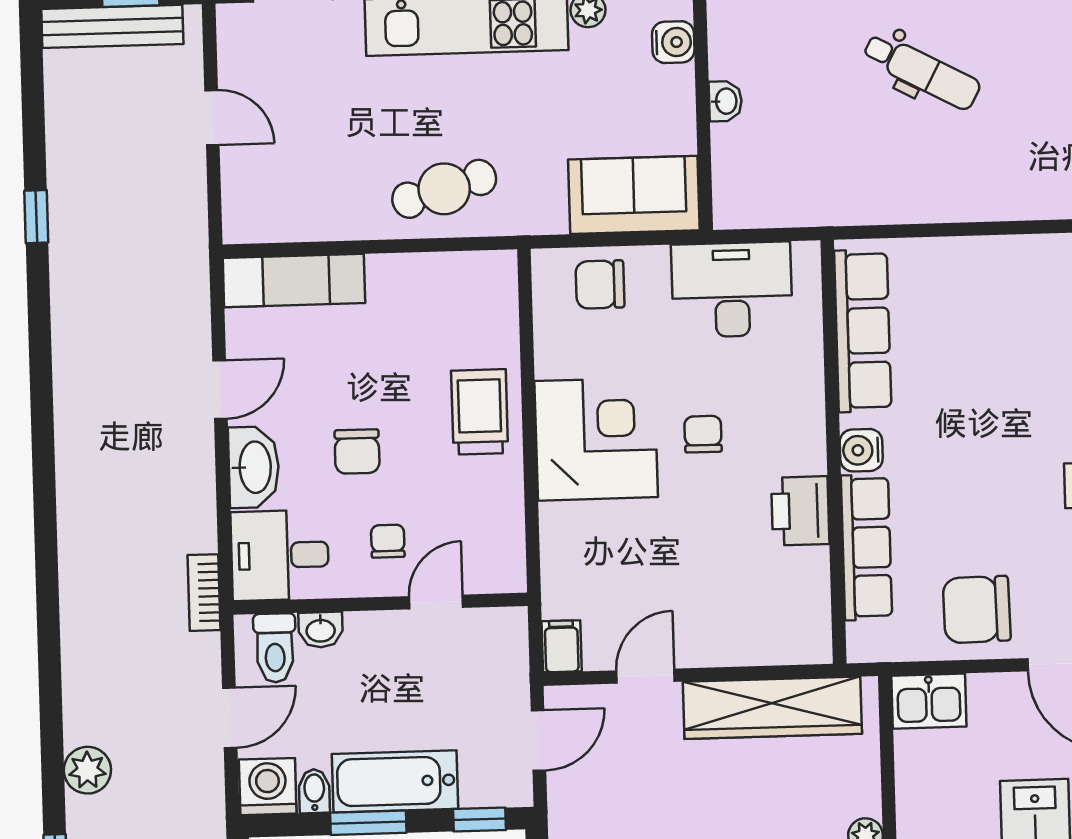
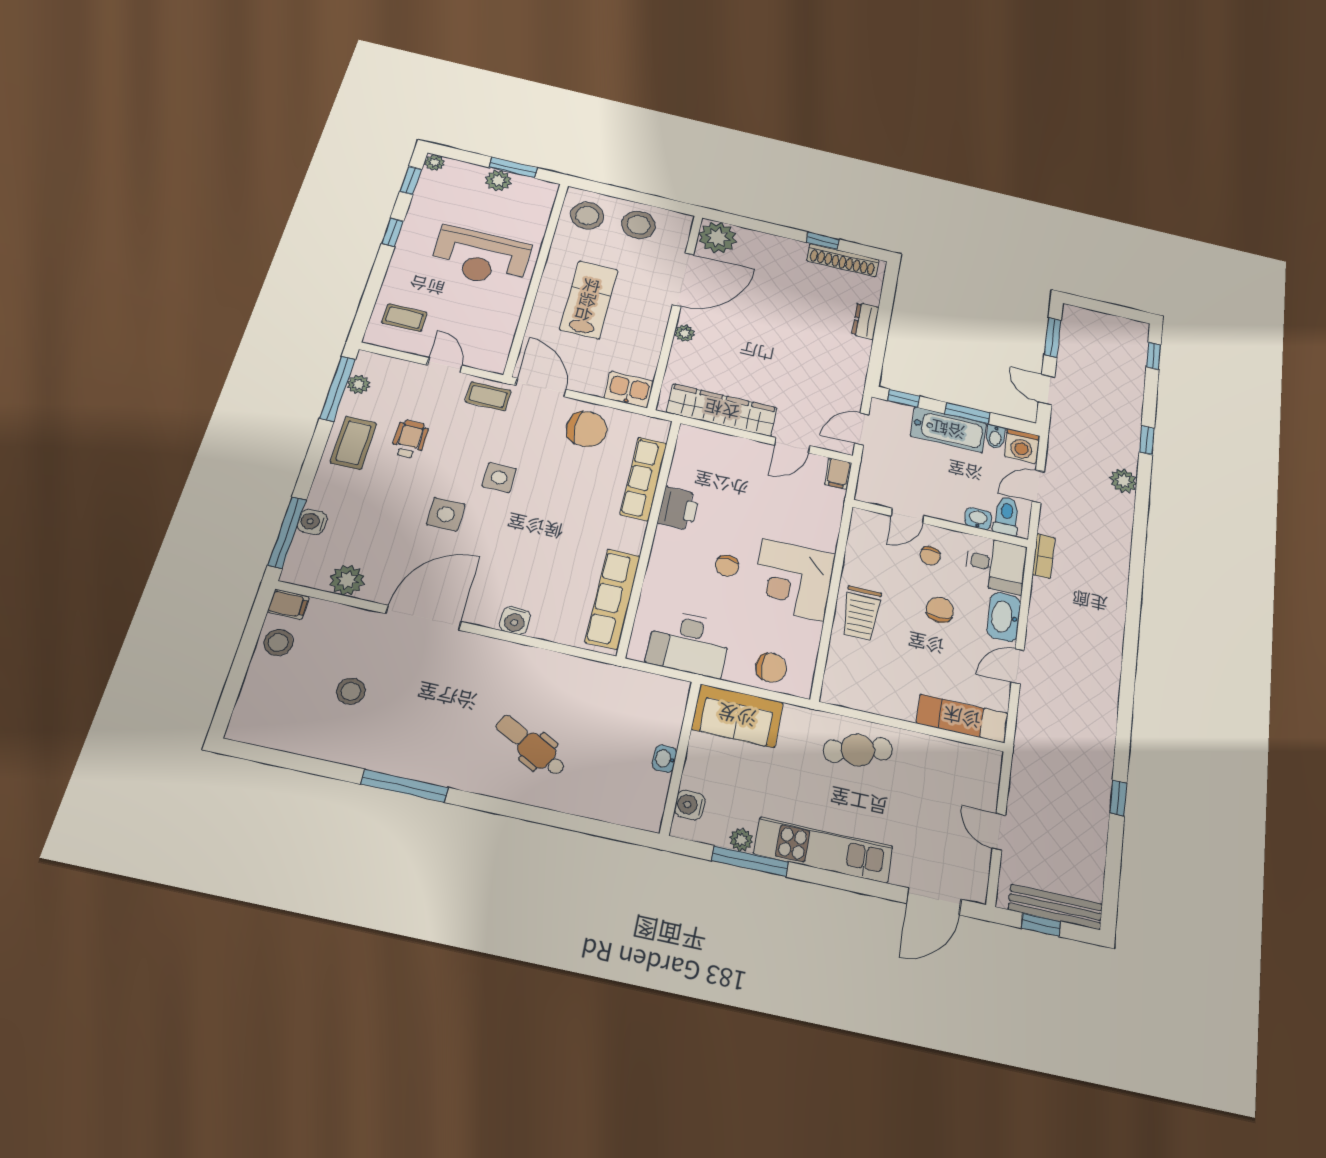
water cooler: (861, 450) -> (515, 621), moved, turned 90

